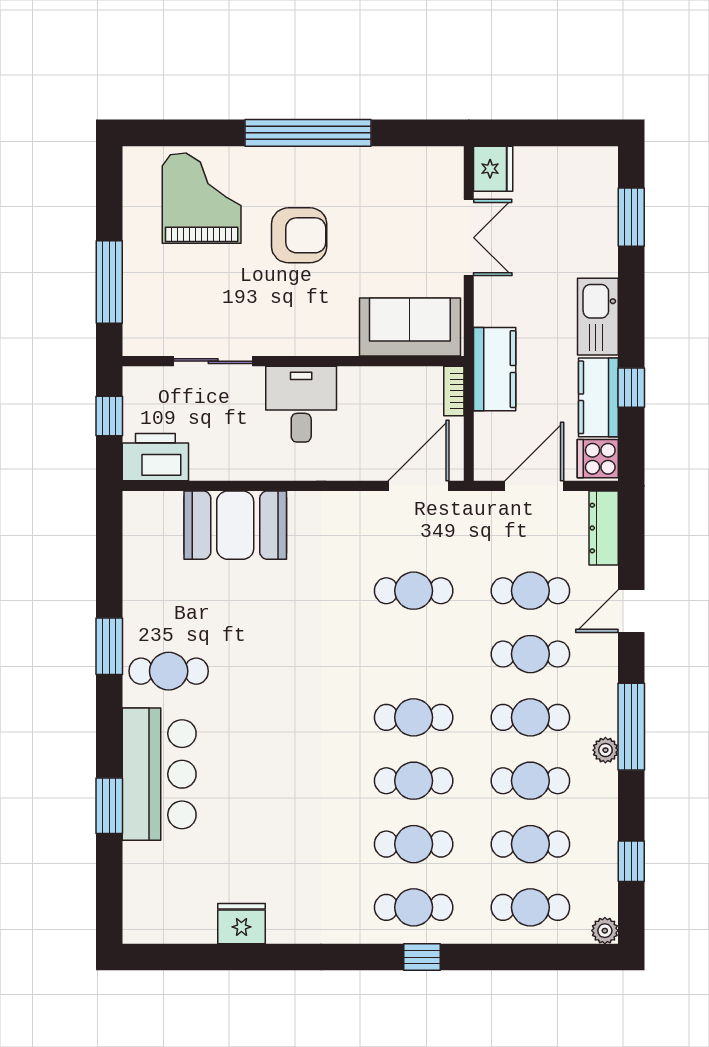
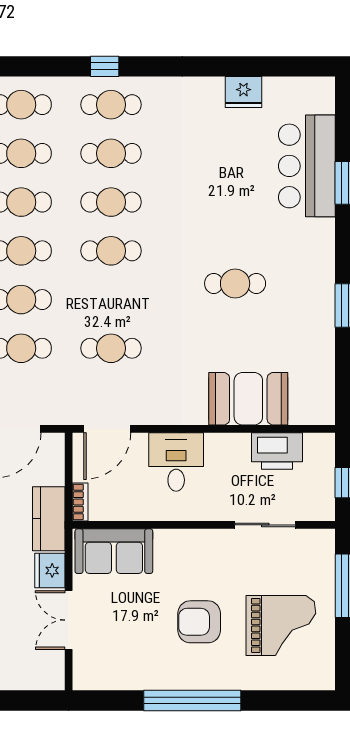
fridge: (493, 169) -> (50, 570), moved
grand piano: (202, 198) -> (281, 625), moved, turned -90
desk: (301, 404) -> (176, 462), moved, turned 180
printer: (155, 457) -> (277, 451), moved
cafe table: (169, 671) -> (235, 283), moved
bar counter: (159, 774) -> (307, 166), moved

